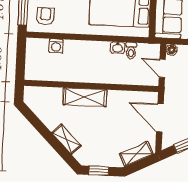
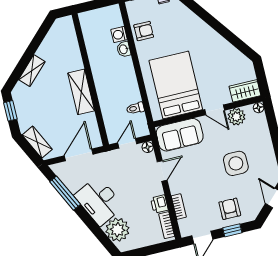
armchair: (46, 16) -> (144, 31), moved
washbasin: (118, 48) -> (124, 49), moved
shelving: (85, 97) -> (81, 92), moved

